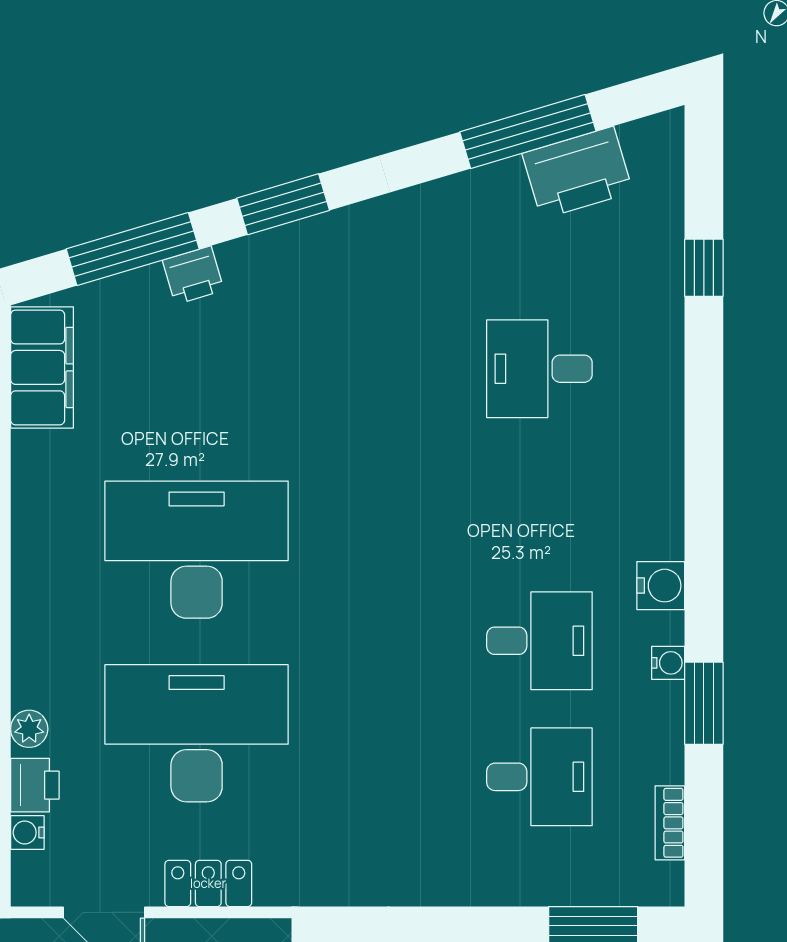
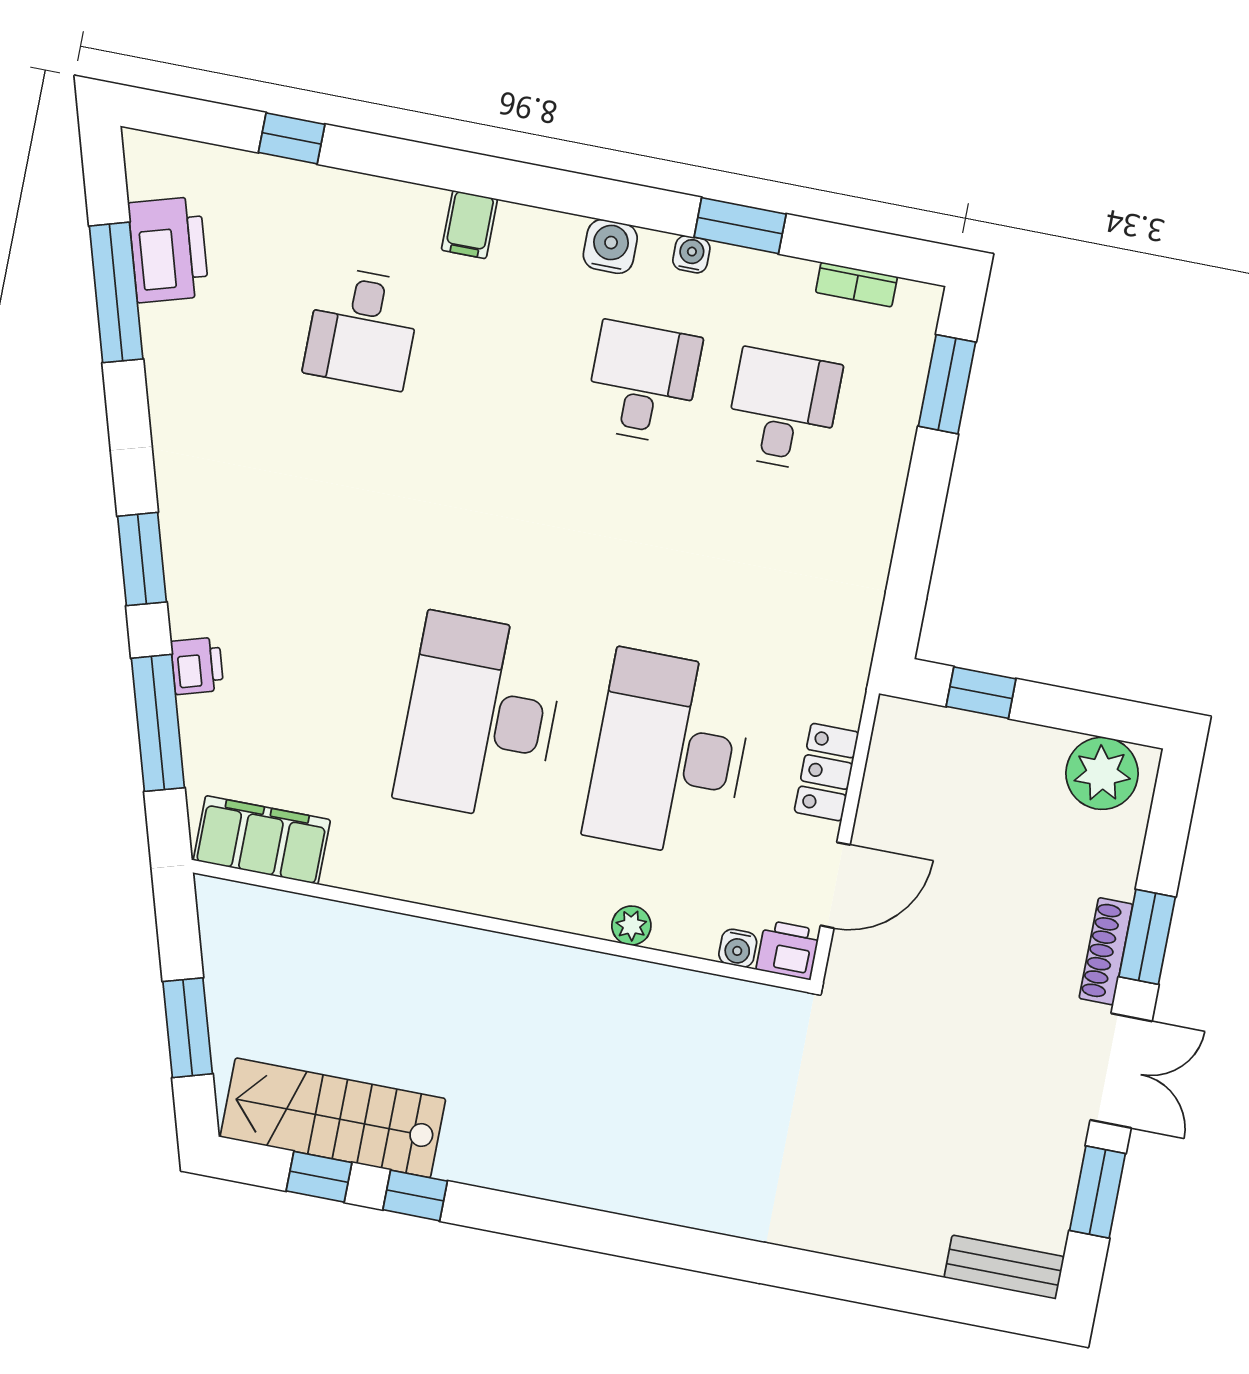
filing cabinet: (656, 450) -> (469, 225), added
printer: (35, 785) -> (788, 950), moved

